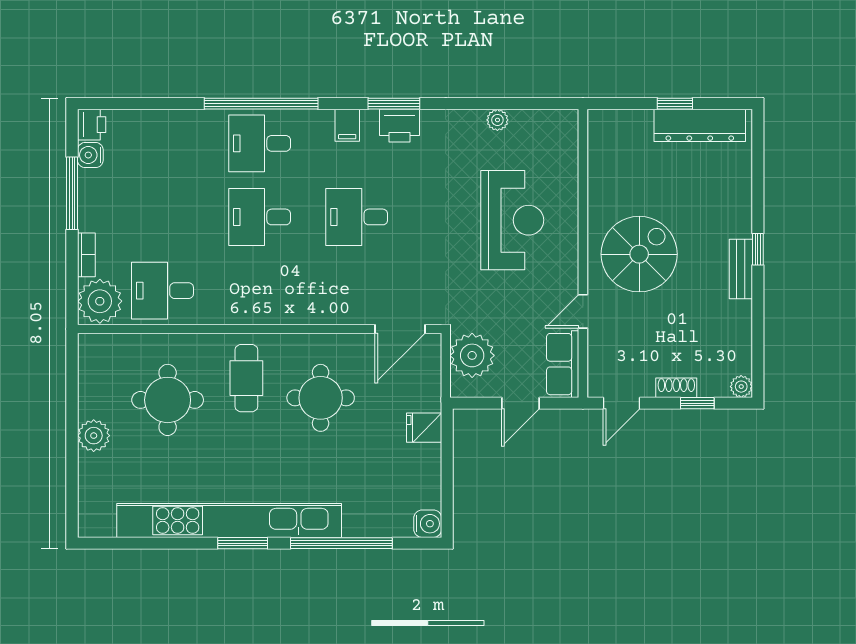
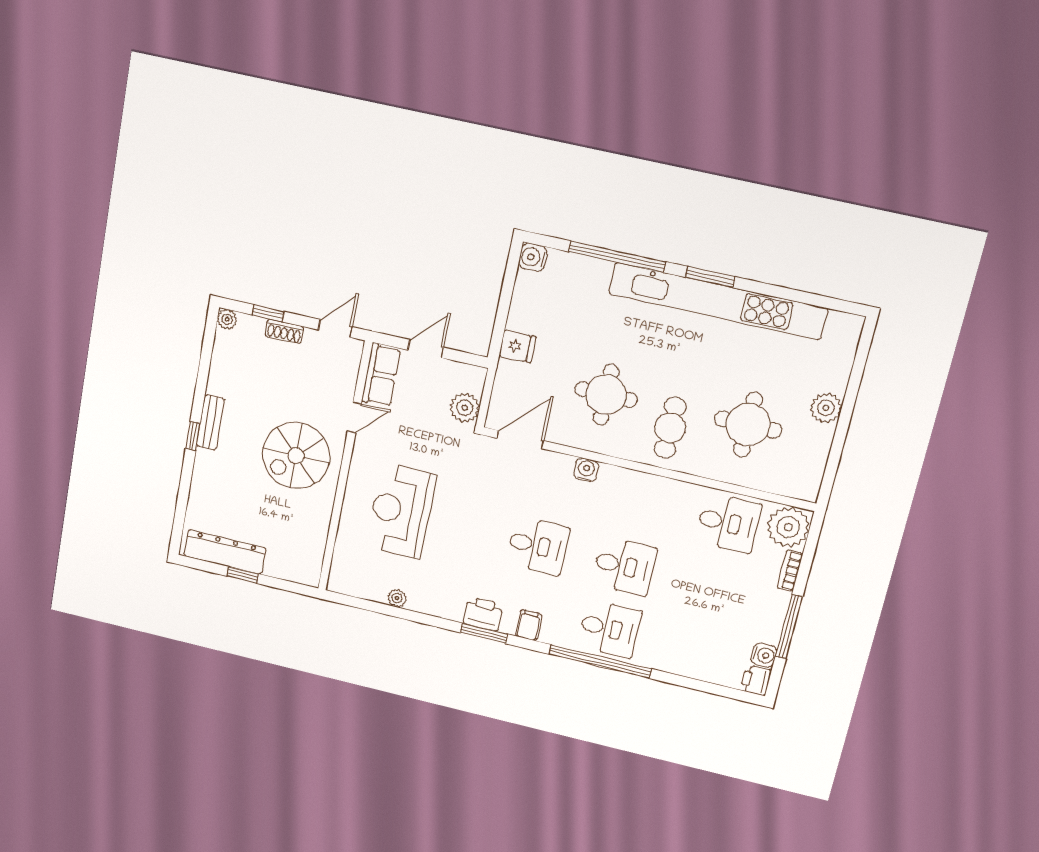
water cooler: (323, 313) -> (586, 470), added
plant: (472, 355) -> (465, 408), width x0.73, depth x0.73

